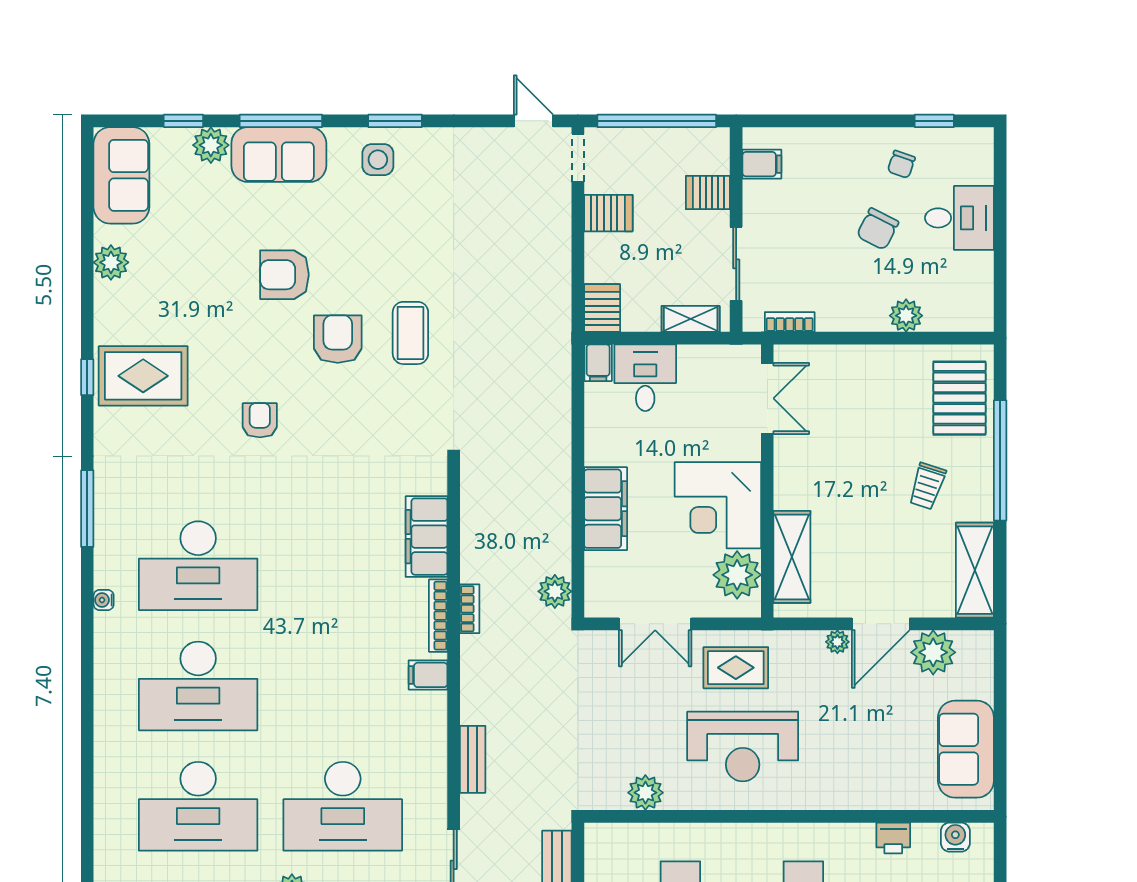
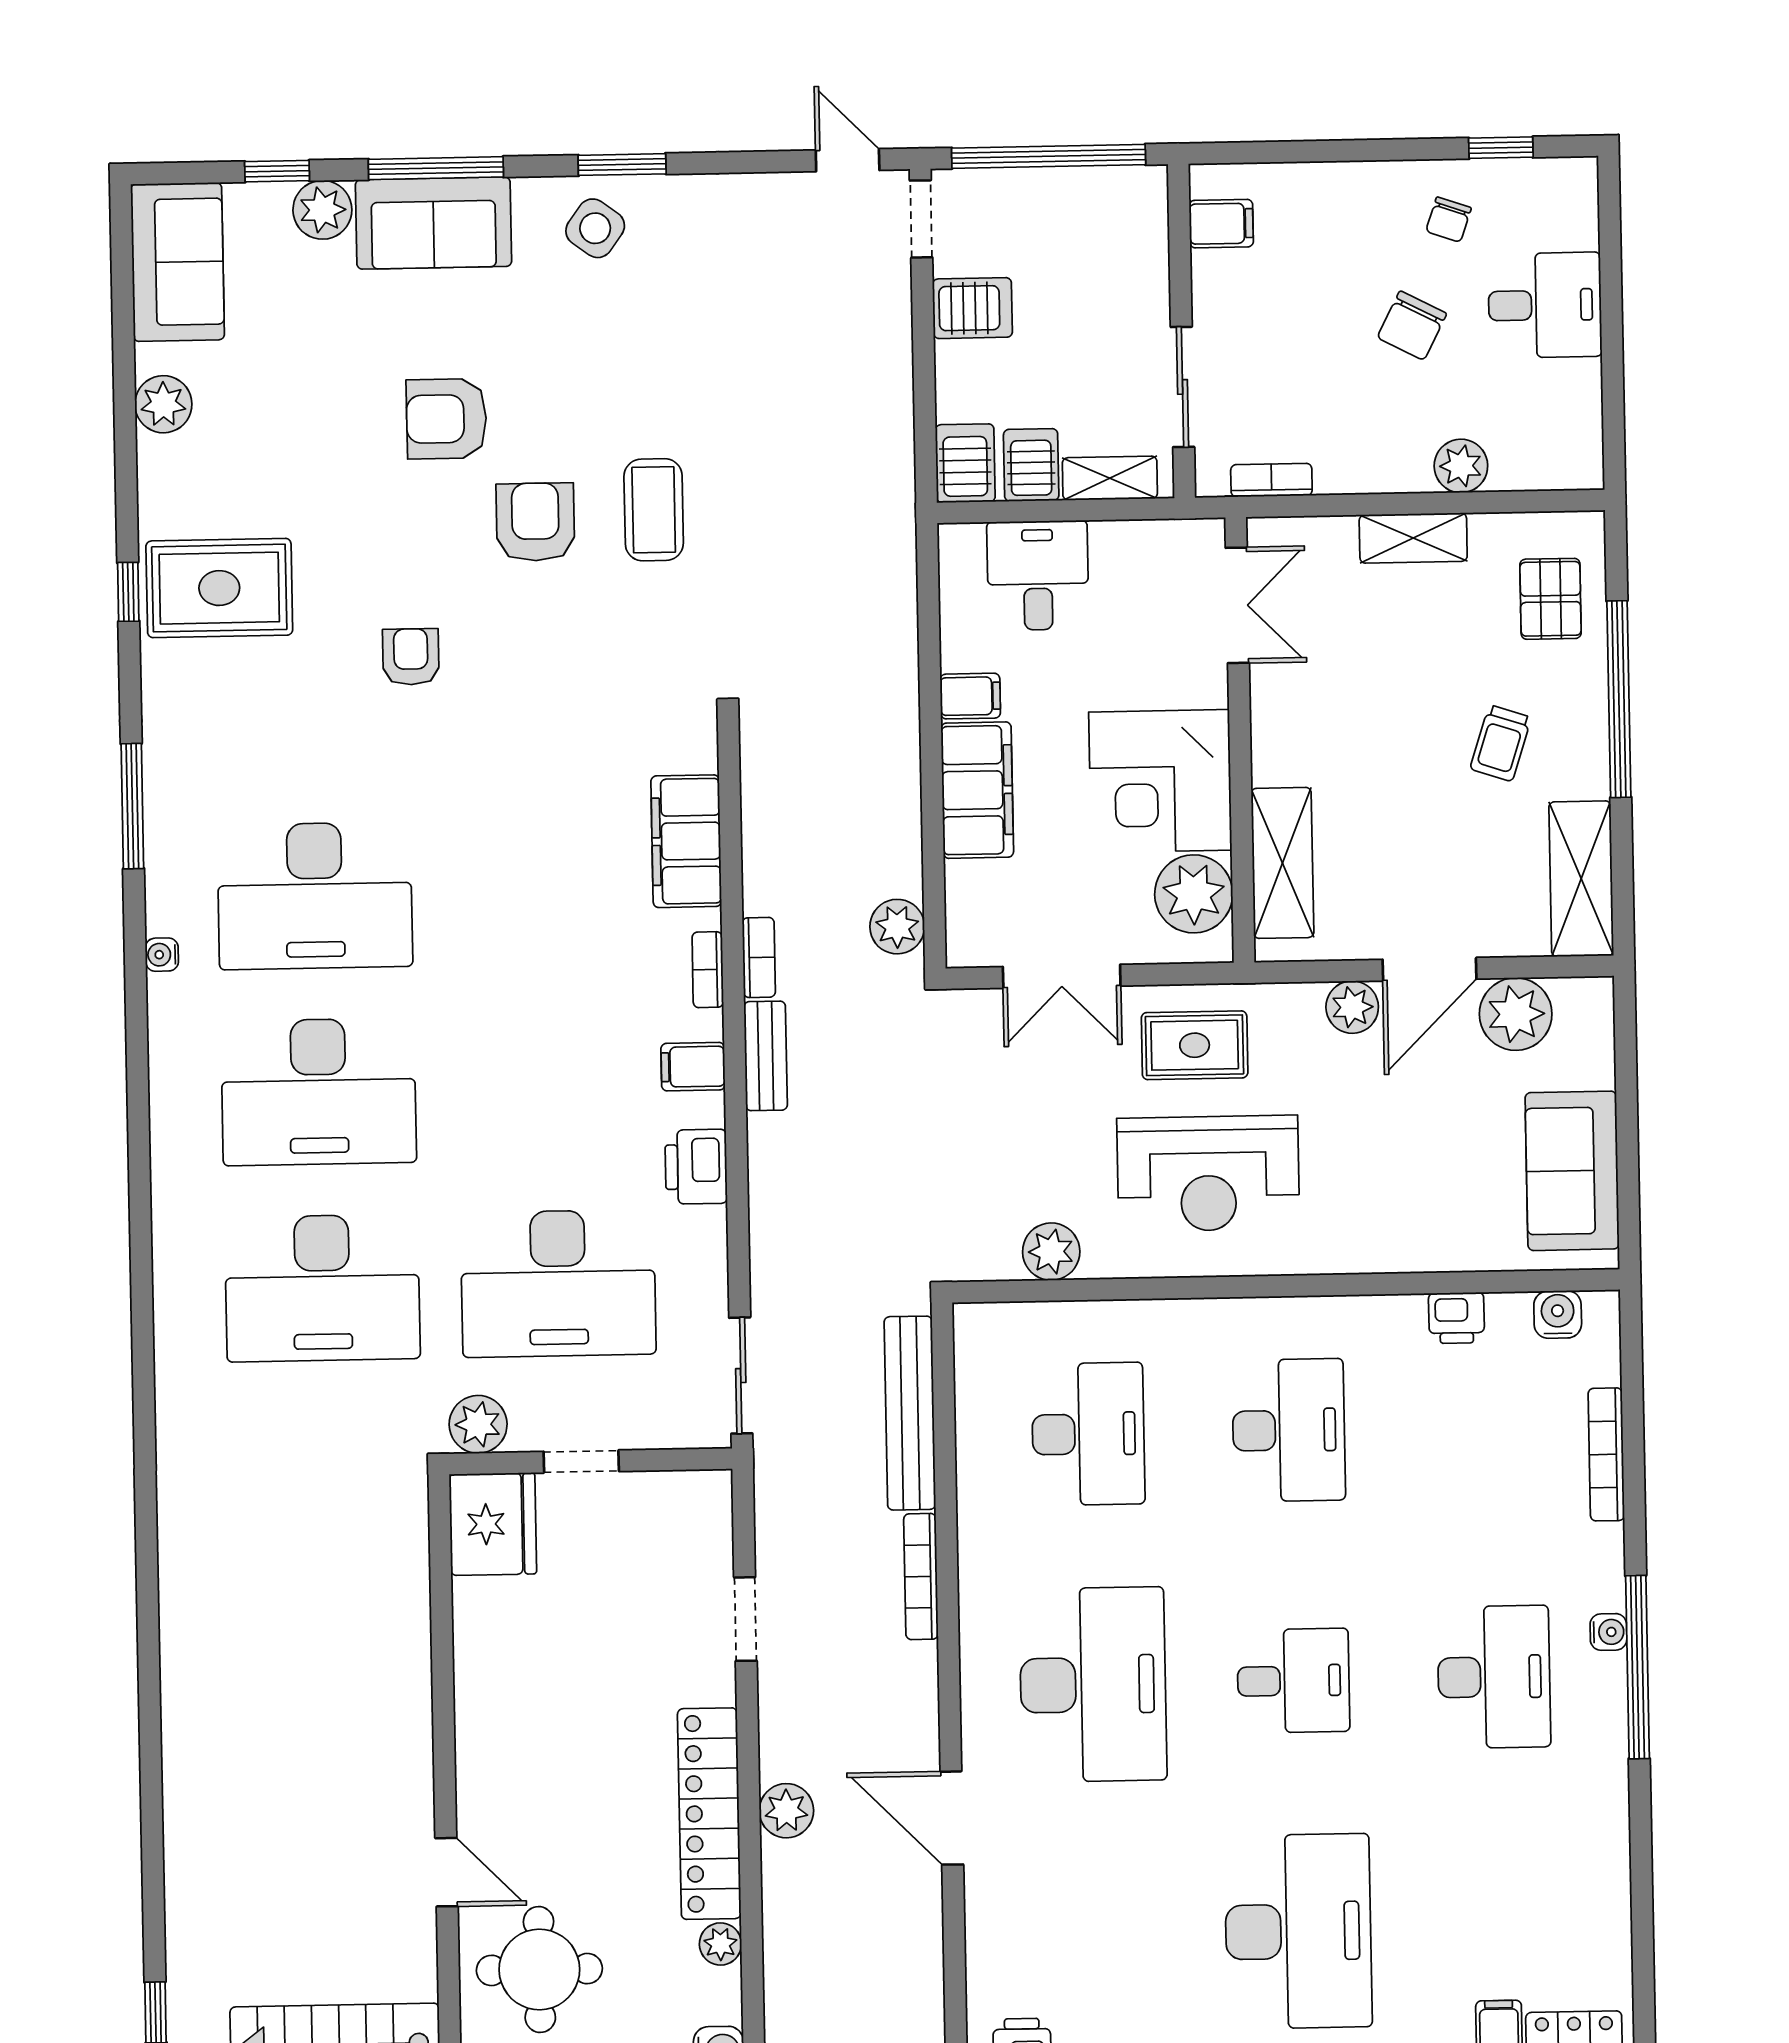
side table: (378, 160) -> (595, 228), turned 36
server rack: (708, 193) -> (1031, 465), moved, turned 90
shelving: (876, 359) -> (1413, 538), added
filing cabinet: (598, 363) -> (970, 696), moved, turned -90
pallet: (959, 398) -> (1551, 599), width x0.67, depth x0.71
bookcase: (438, 616) -> (708, 970), width x0.64
plant: (837, 642) -> (1352, 1007), width x1.38, depth x1.38
printer: (429, 736) -> (696, 1167), added
bench: (473, 759) -> (766, 1056), moved

